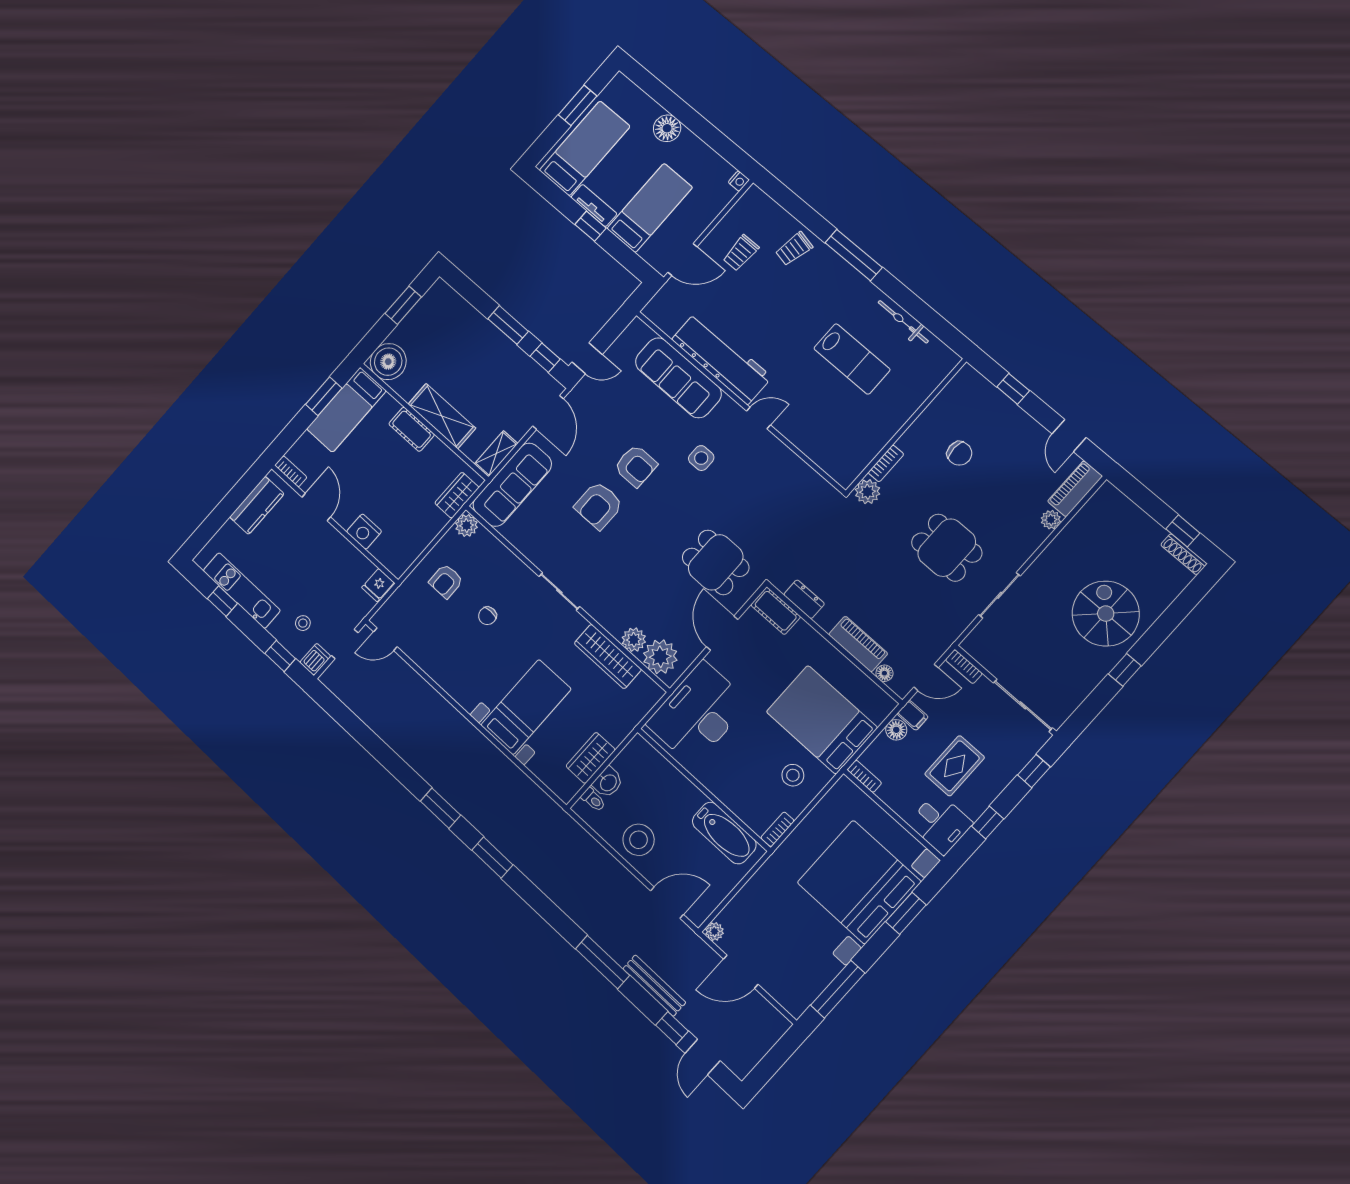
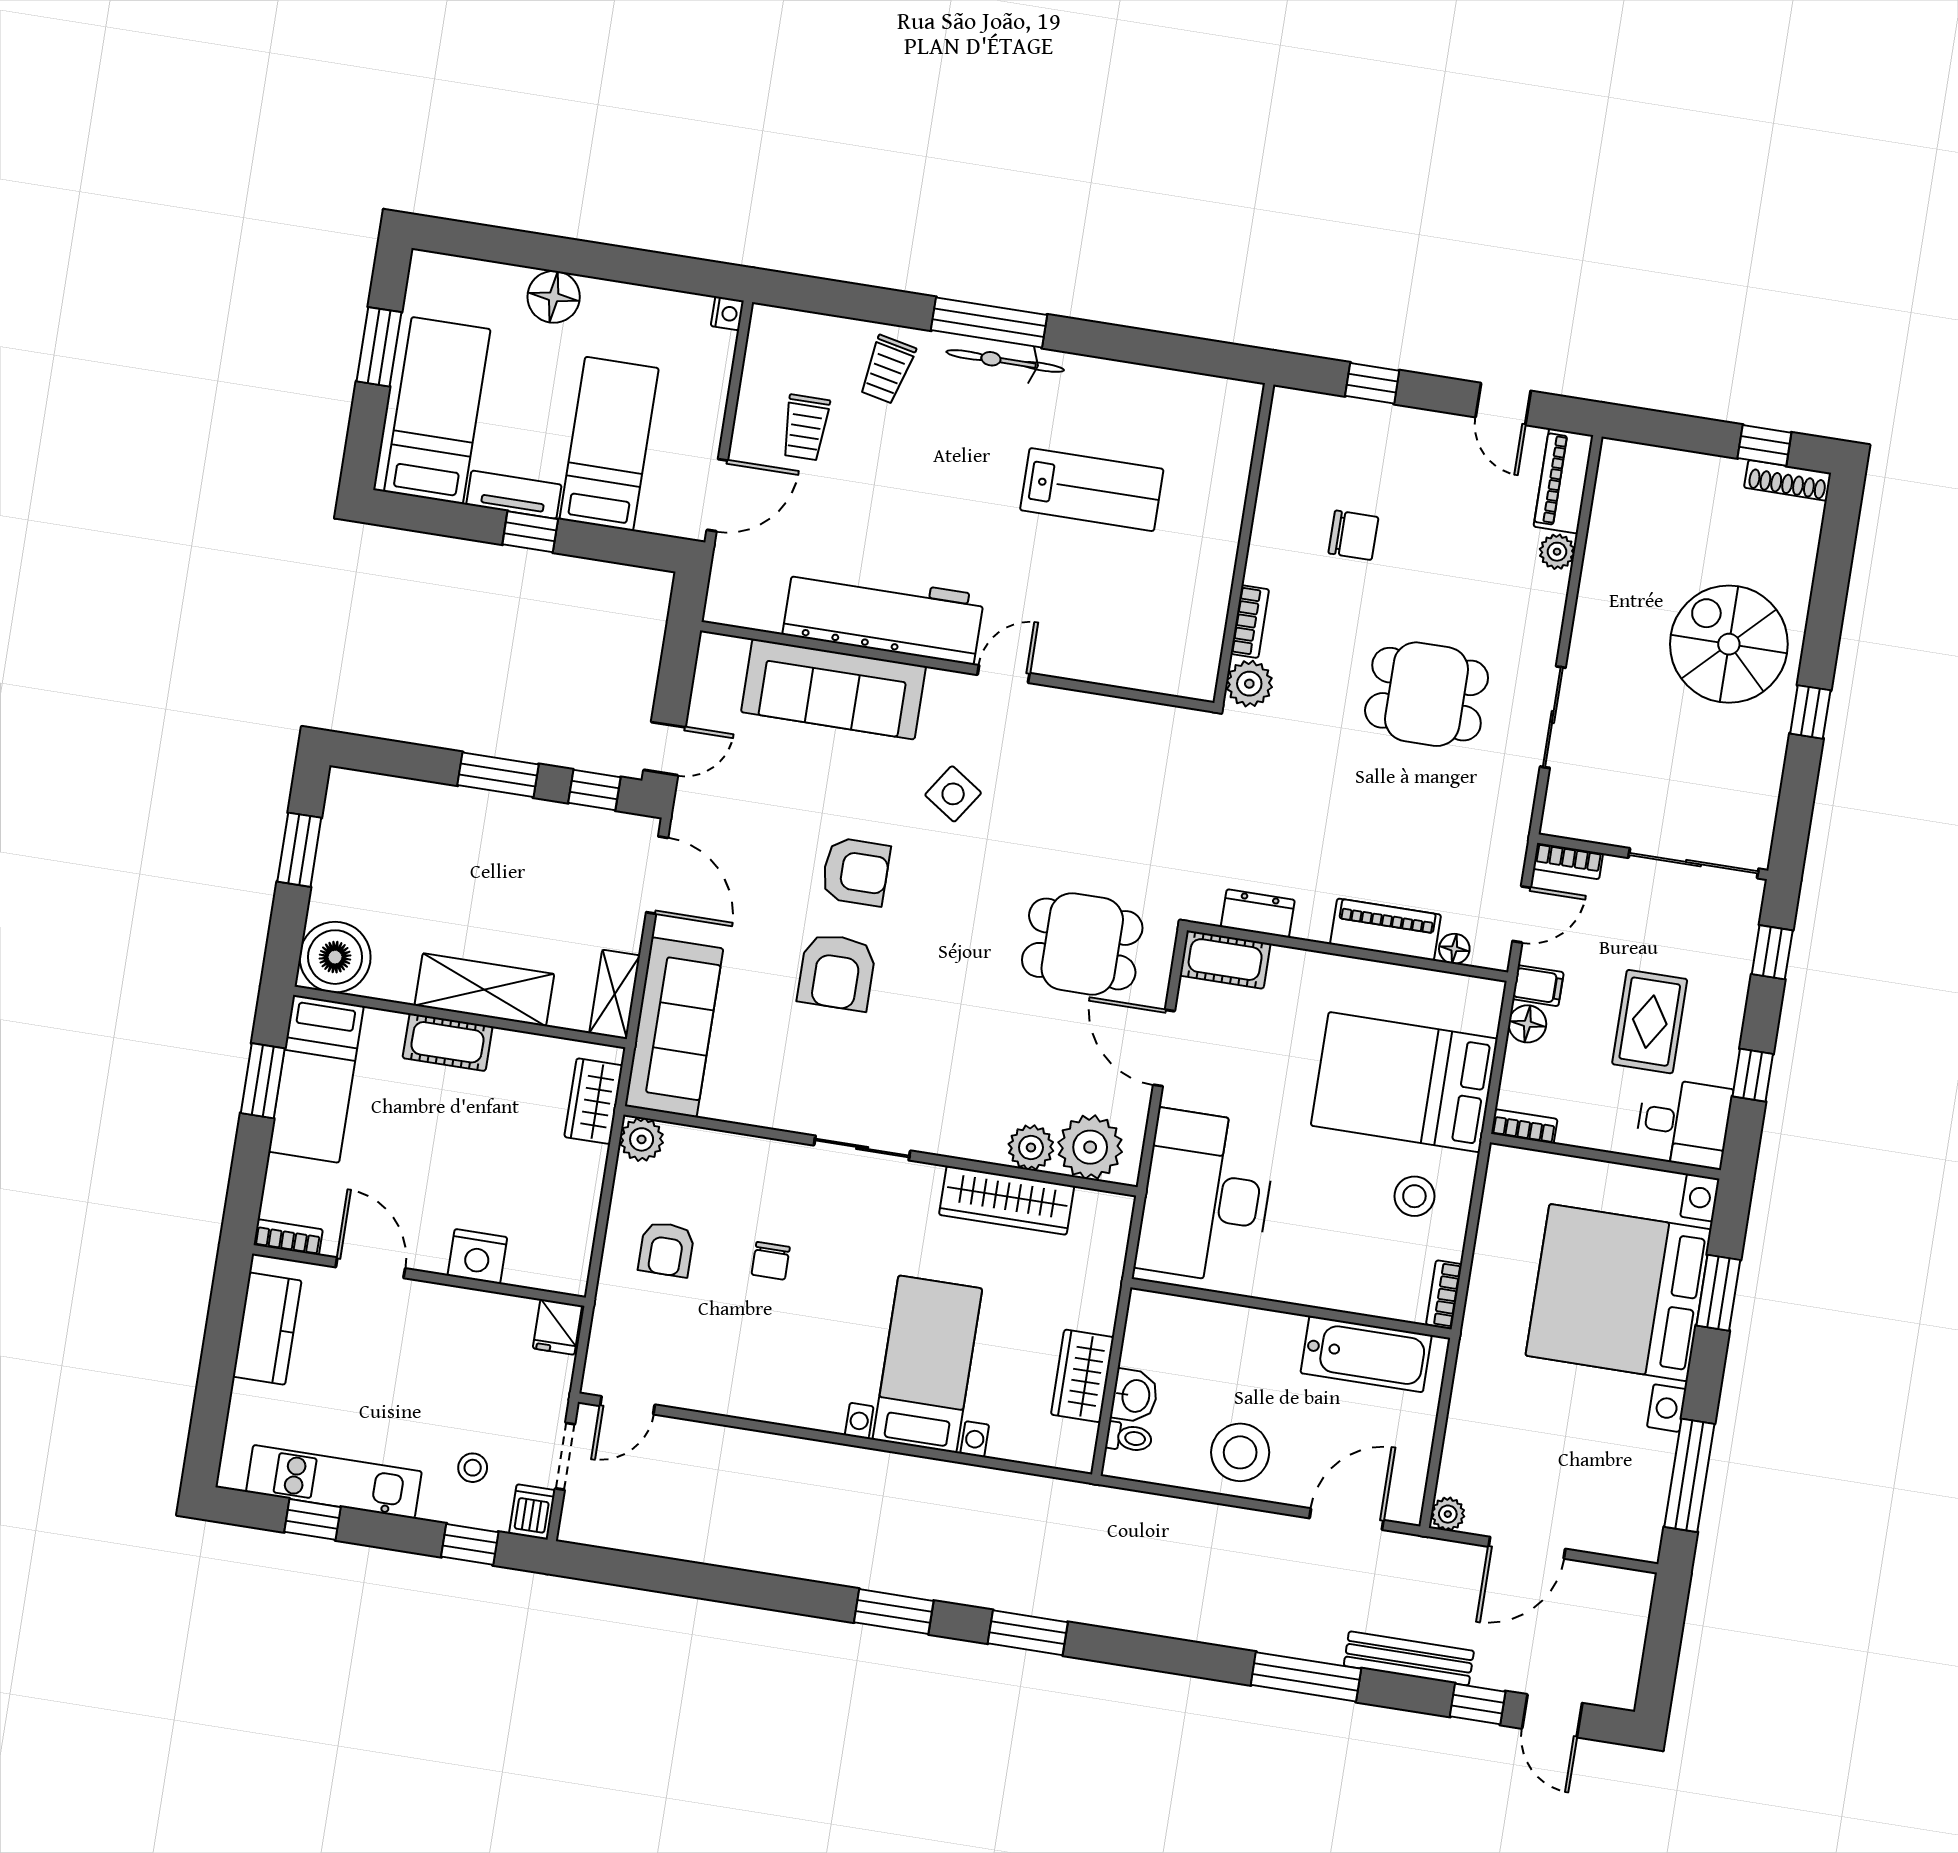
bicycle: (903, 322) -> (1005, 361), moved
side table: (701, 458) -> (953, 794), turned 34

